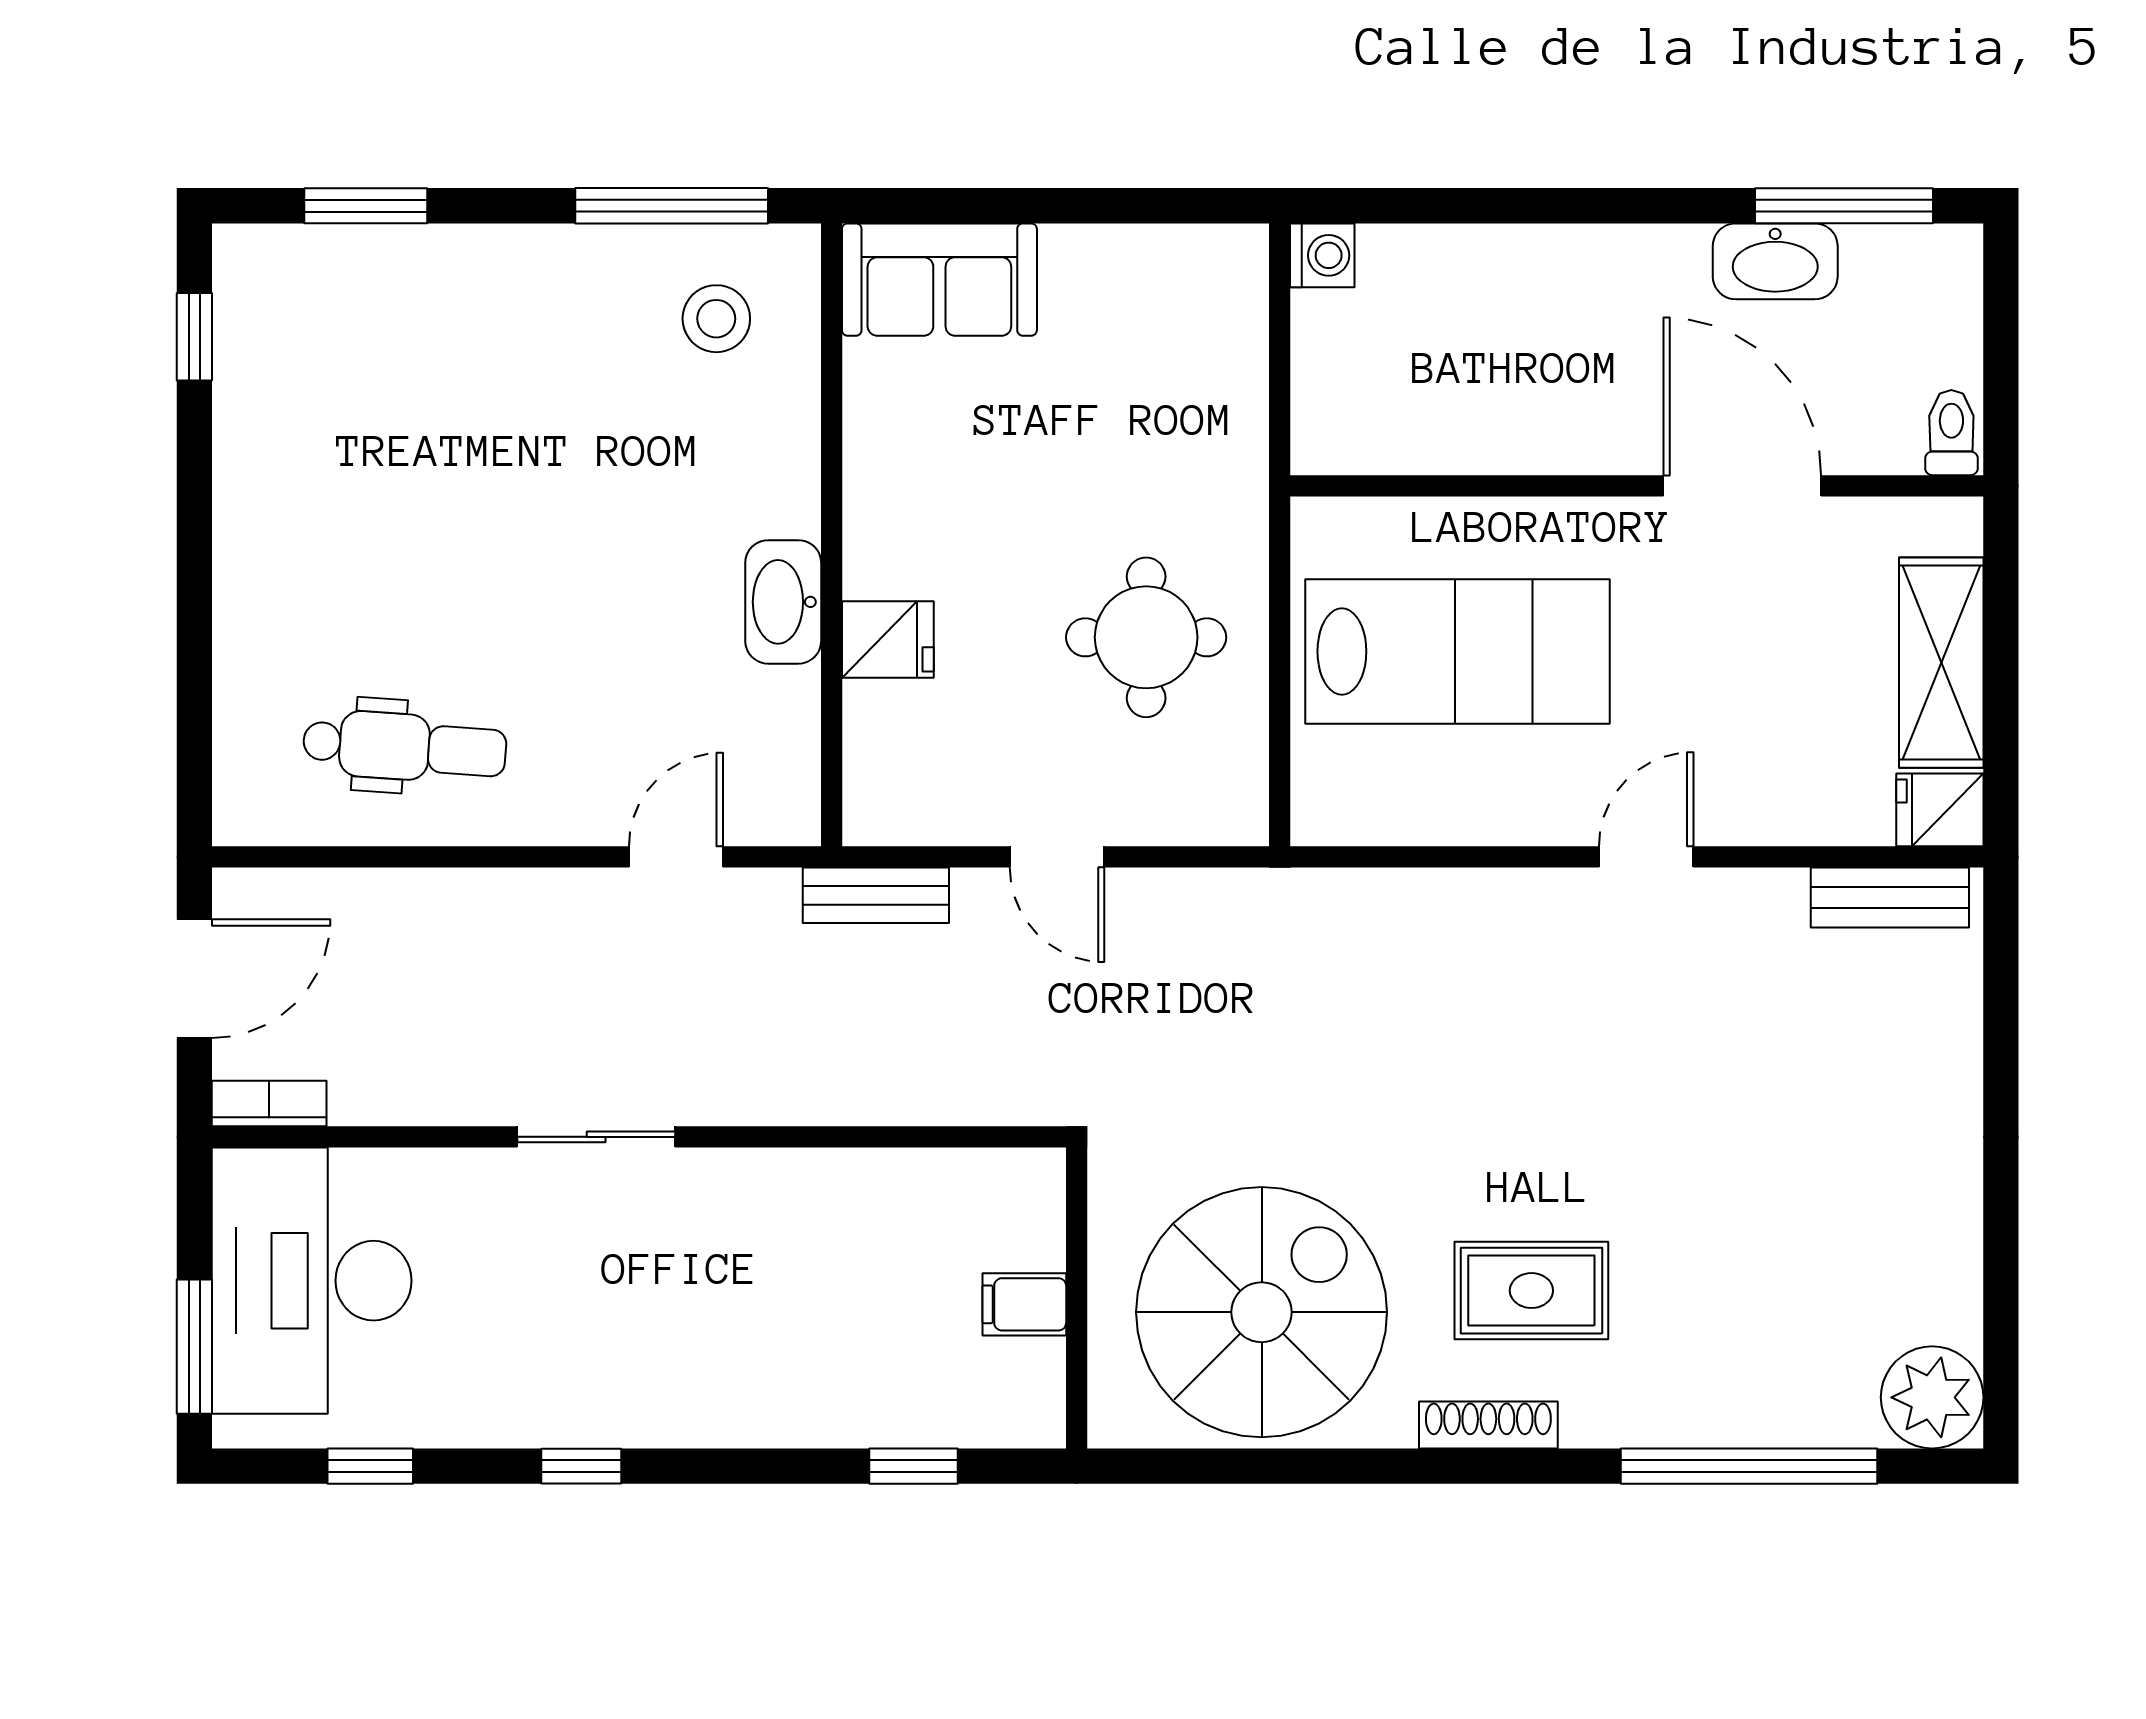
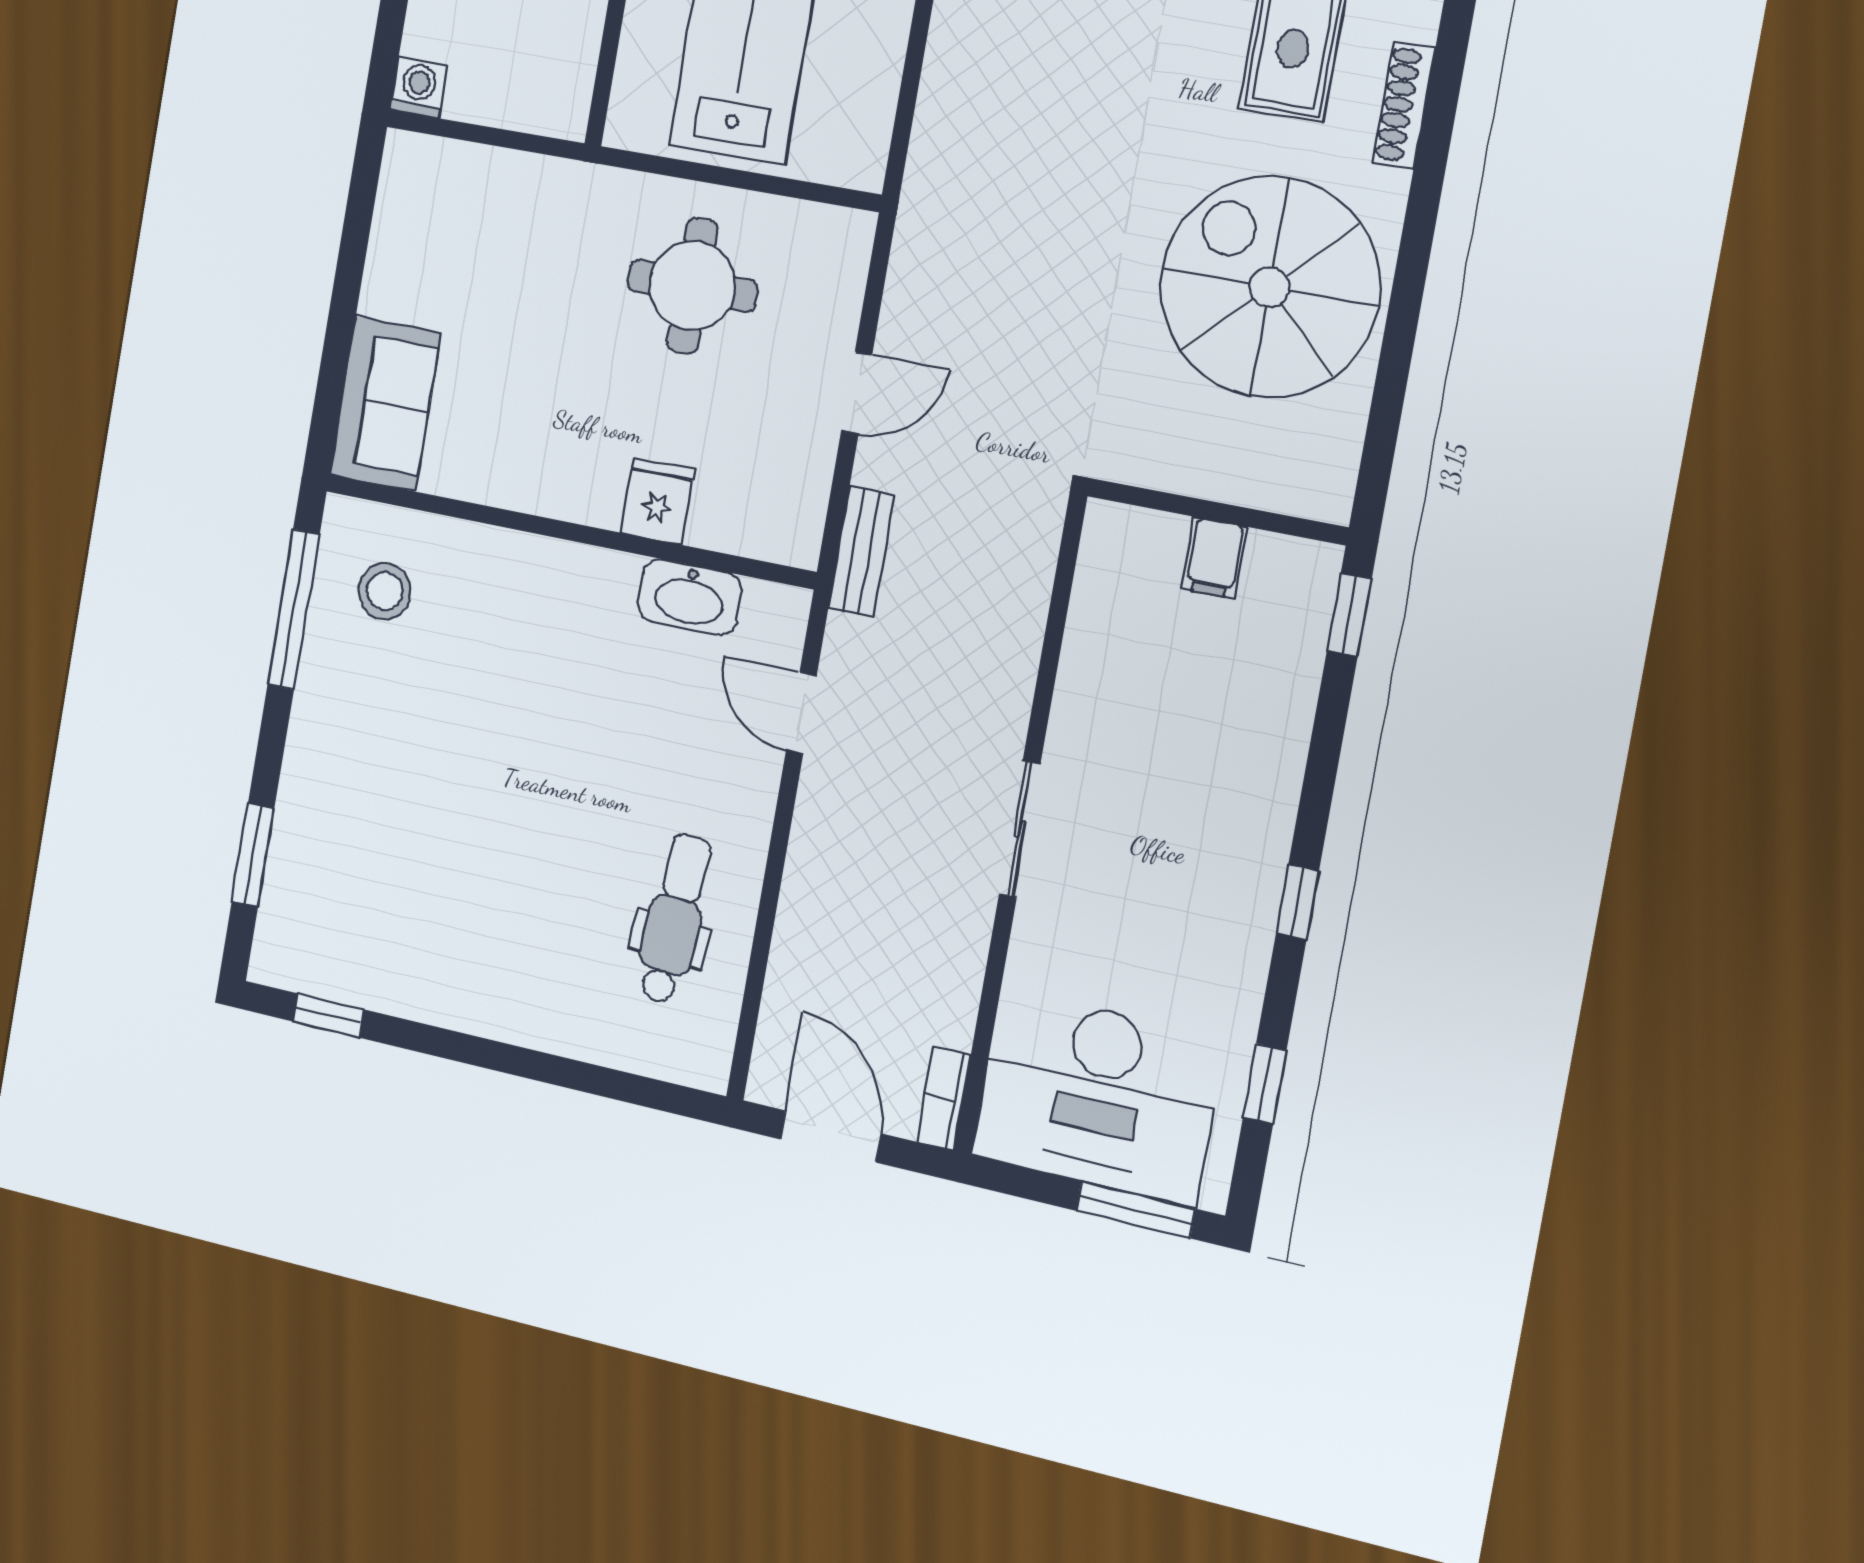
washbasin: (783, 602) -> (689, 597), moved
wall: (1077, 1298) -> (1217, 512), moved
filing cabinet: (1024, 1304) -> (1214, 558), moved

